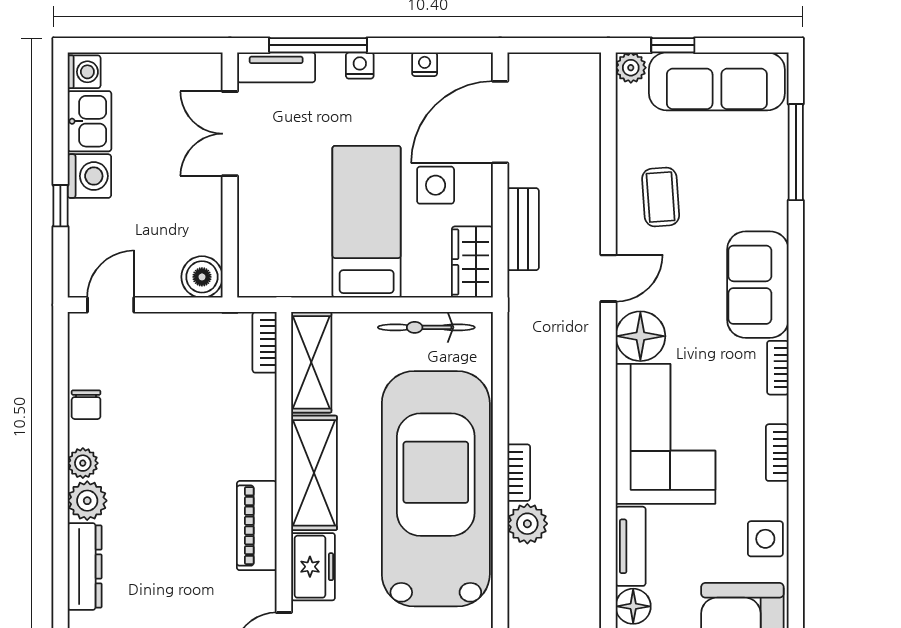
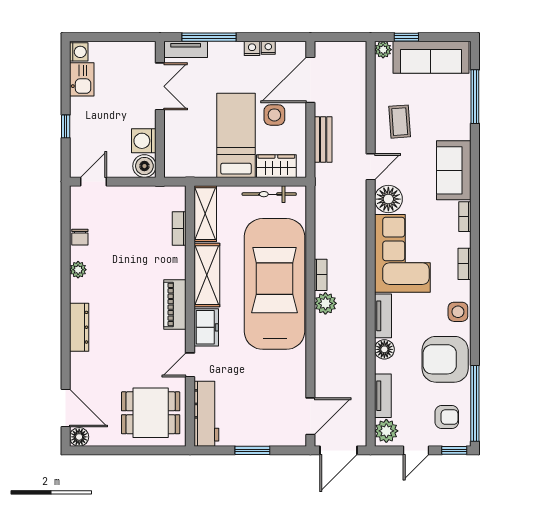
nightstand: (360, 66) -> (252, 48), moved
double door: (230, 134) -> (160, 86), swing flipped
washing machine: (89, 176) -> (144, 141), moved, turned 180
wardrobe: (472, 262) -> (276, 166), moved, turned 90
bookcase: (265, 342) -> (179, 228), moved
plant: (87, 501) -> (81, 291), removed

